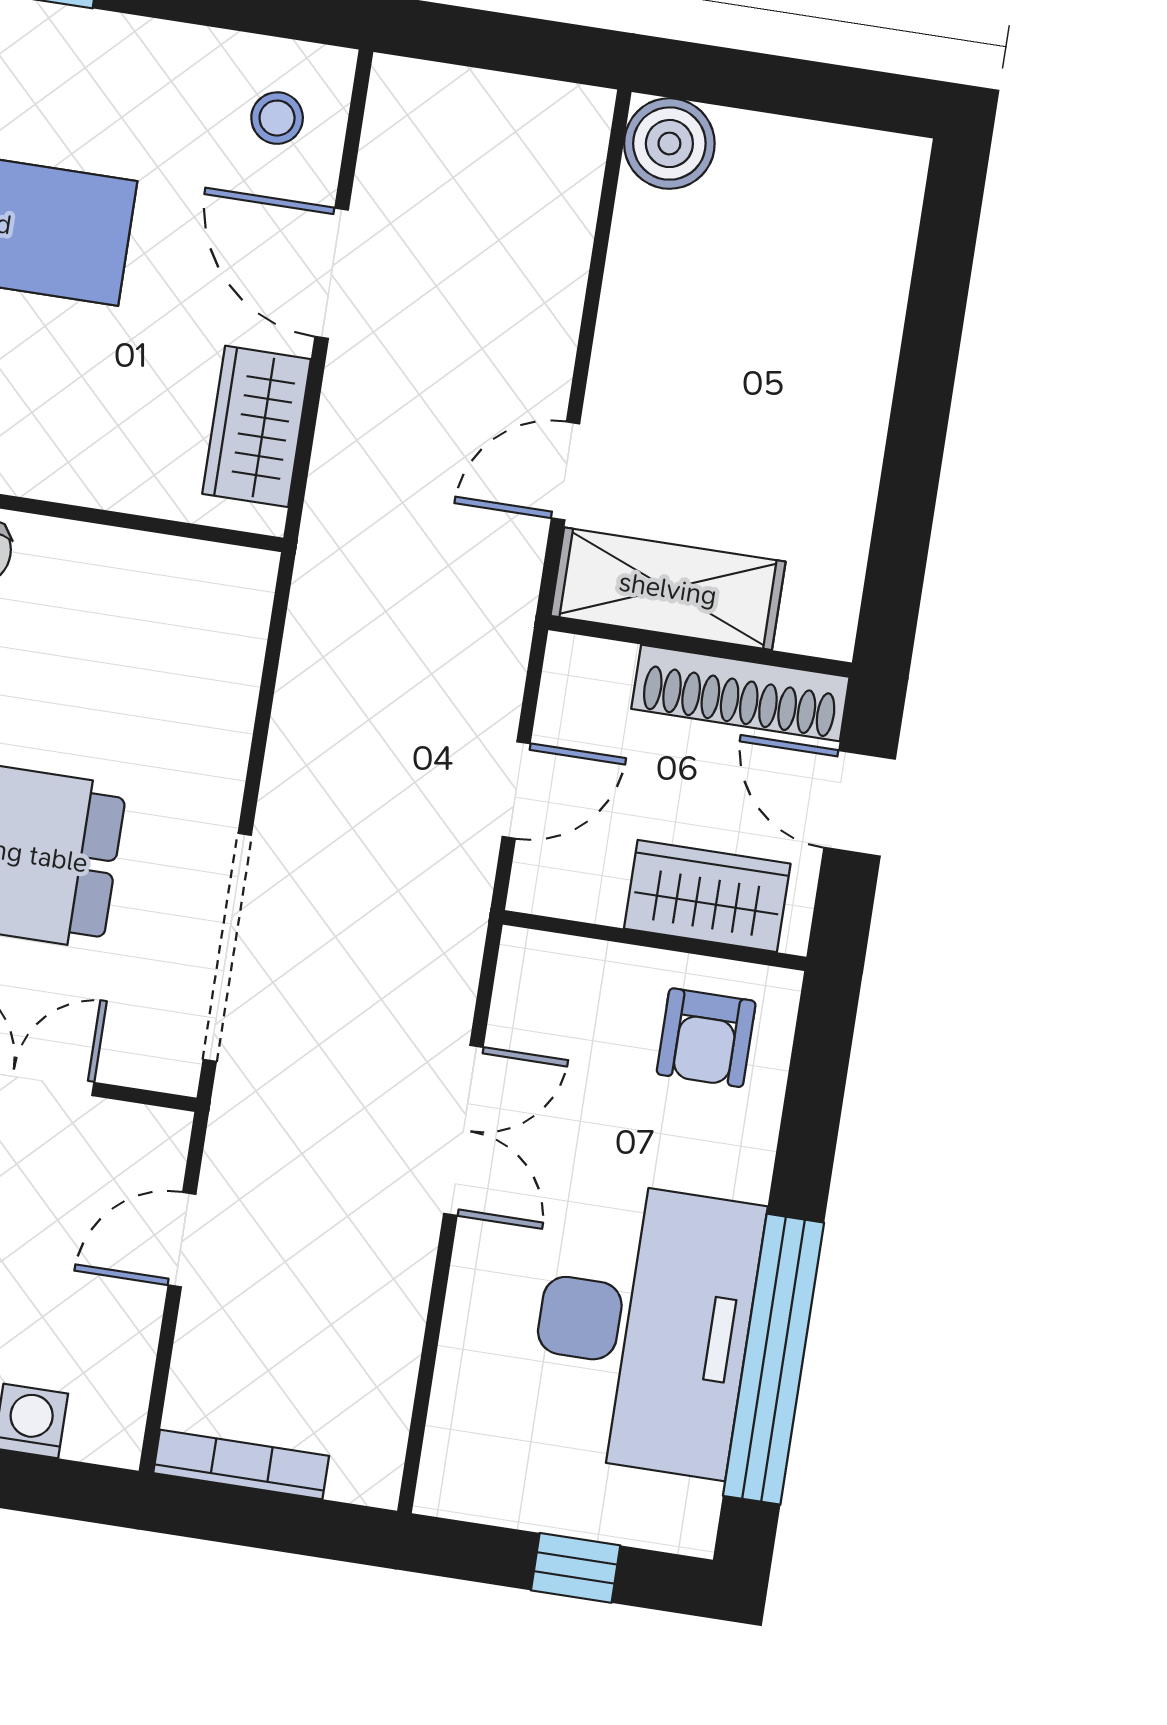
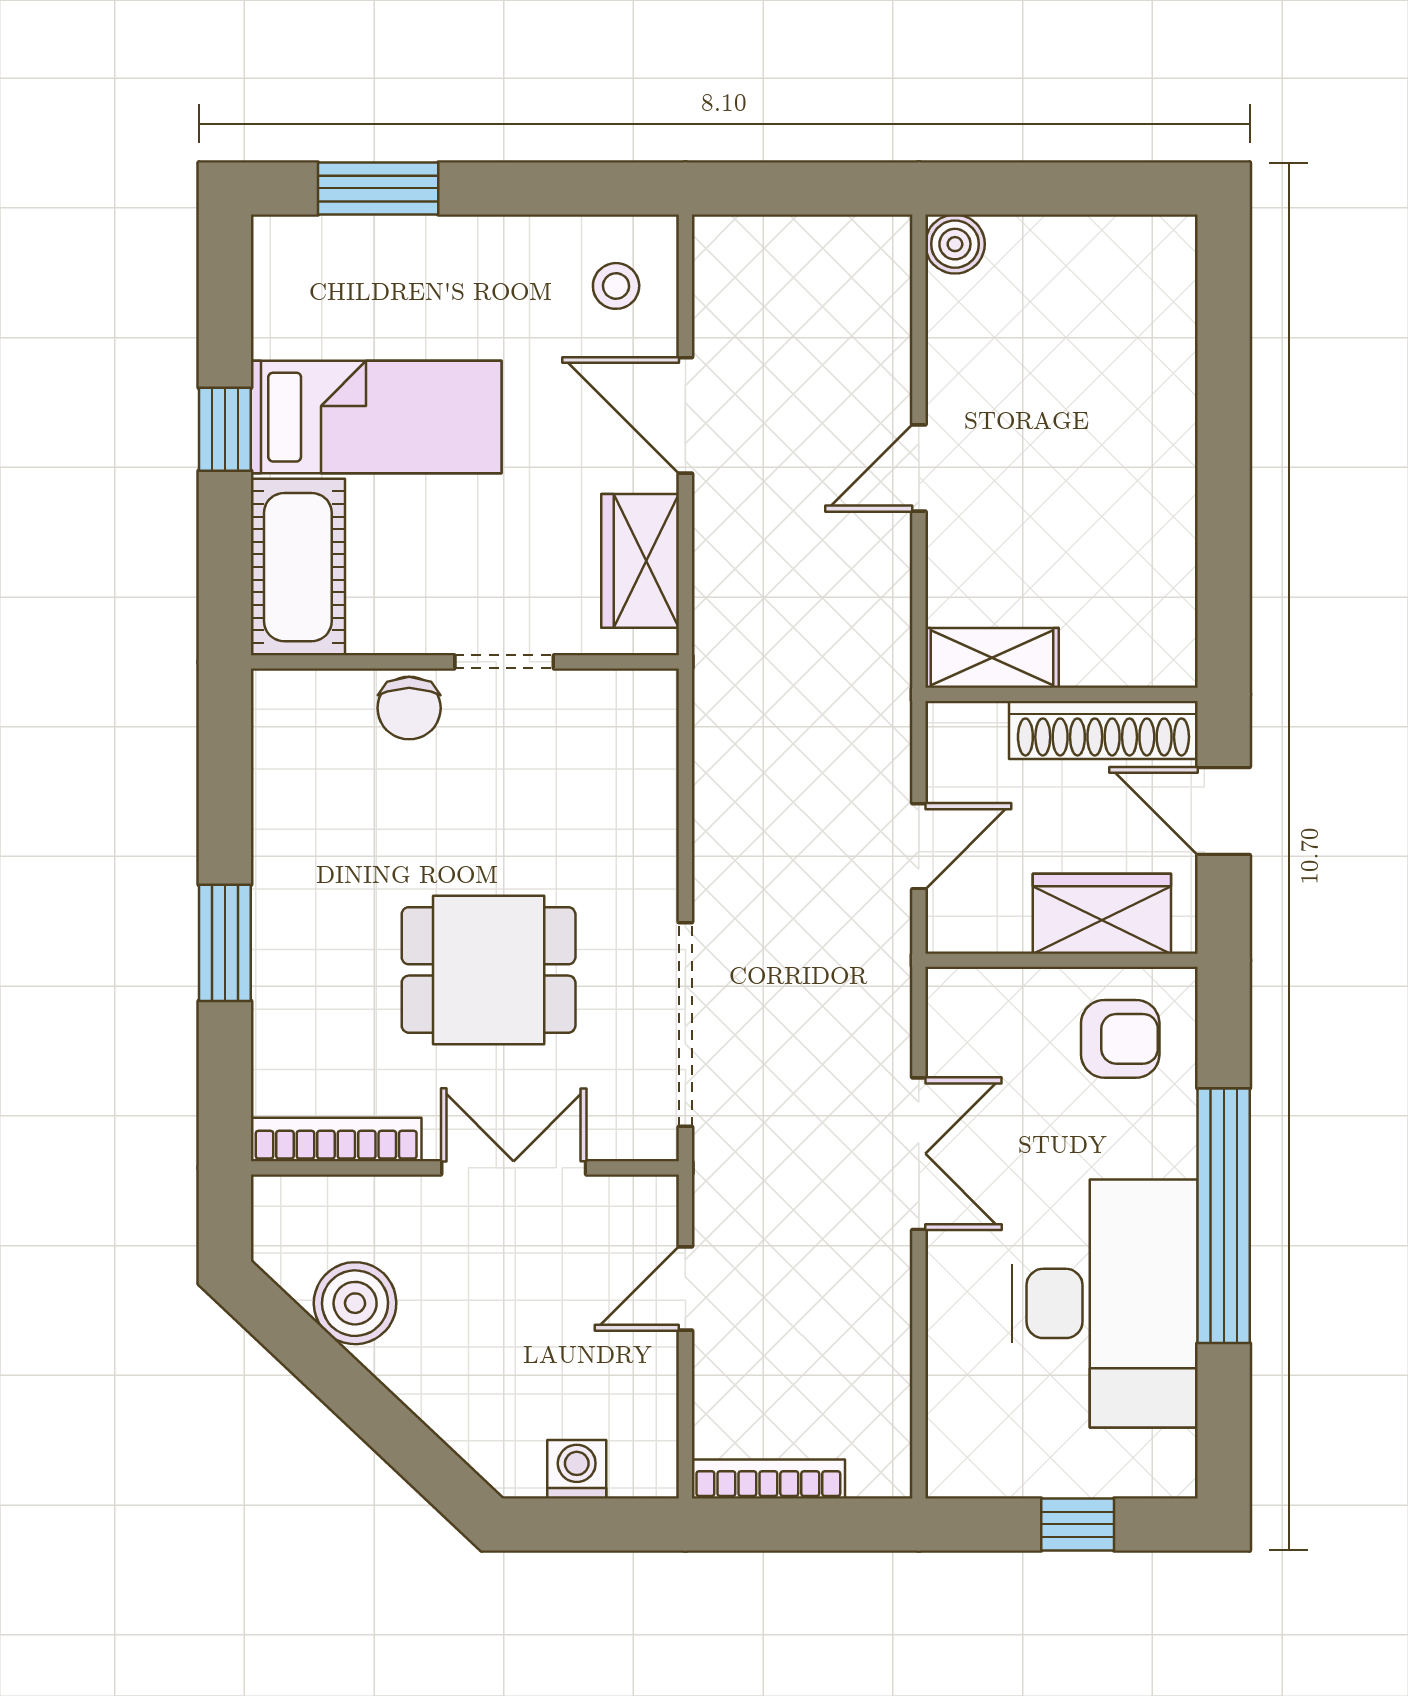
boiler: (669, 144) -> (955, 244), width x0.73, depth x0.73
door: (566, 471) -> (919, 468), moved
doorway: (89, 515) -> (504, 662), added
shelving: (668, 589) -> (992, 658), width x0.67, depth x0.75
armchair: (706, 1038) -> (1120, 1039), turned -90
window: (774, 1359) -> (1224, 1216), moved

